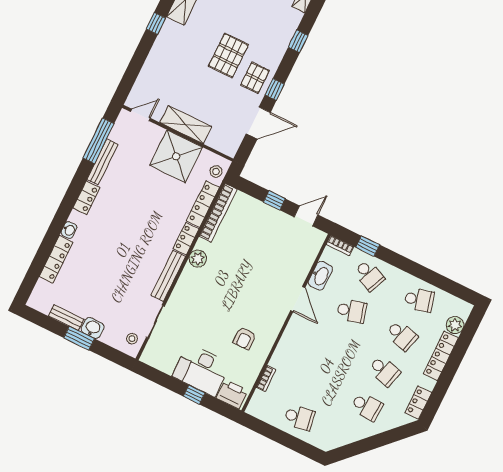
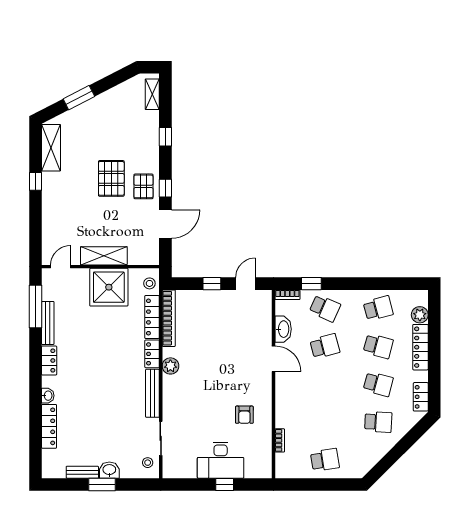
printer: (232, 394) -> (257, 468), removed

